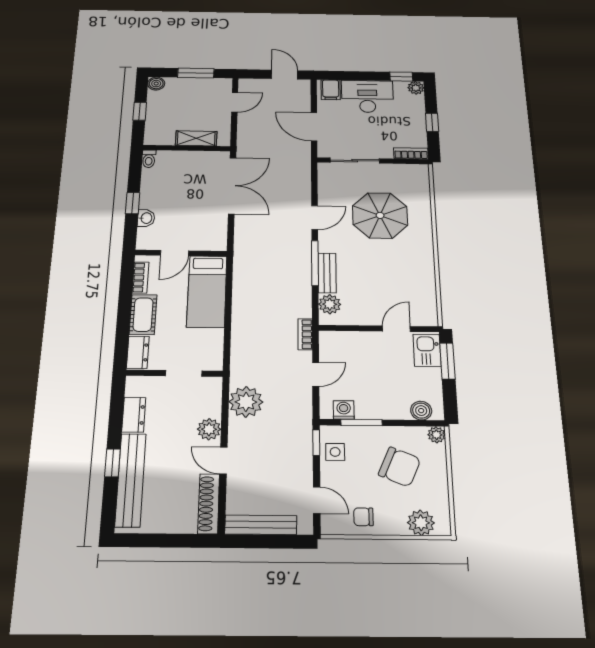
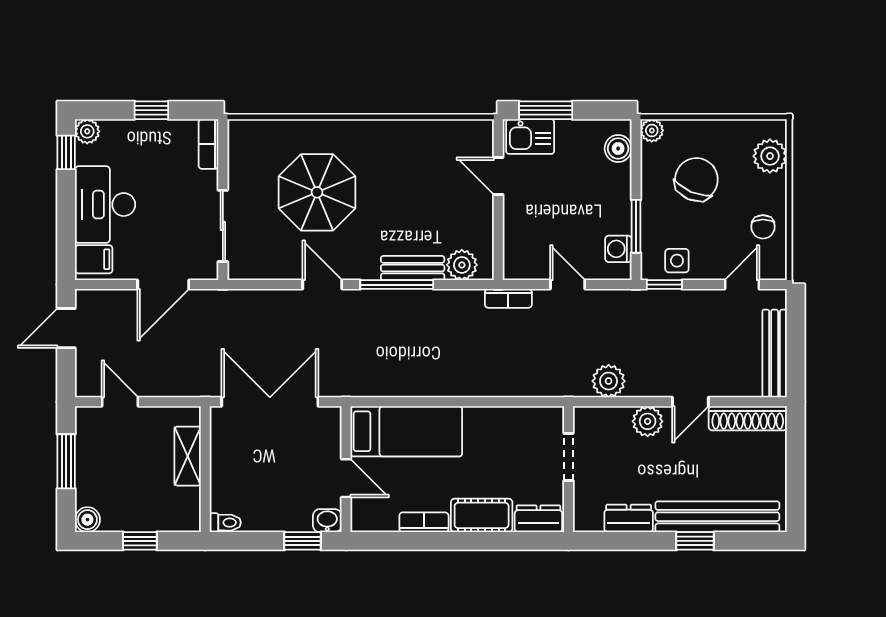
door: (175, 253) -> (346, 478), moved
wall: (181, 253) -> (346, 469), moved
bed: (207, 291) -> (406, 431), moved
plant: (246, 402) -> (609, 381), width x0.73, depth x0.73

